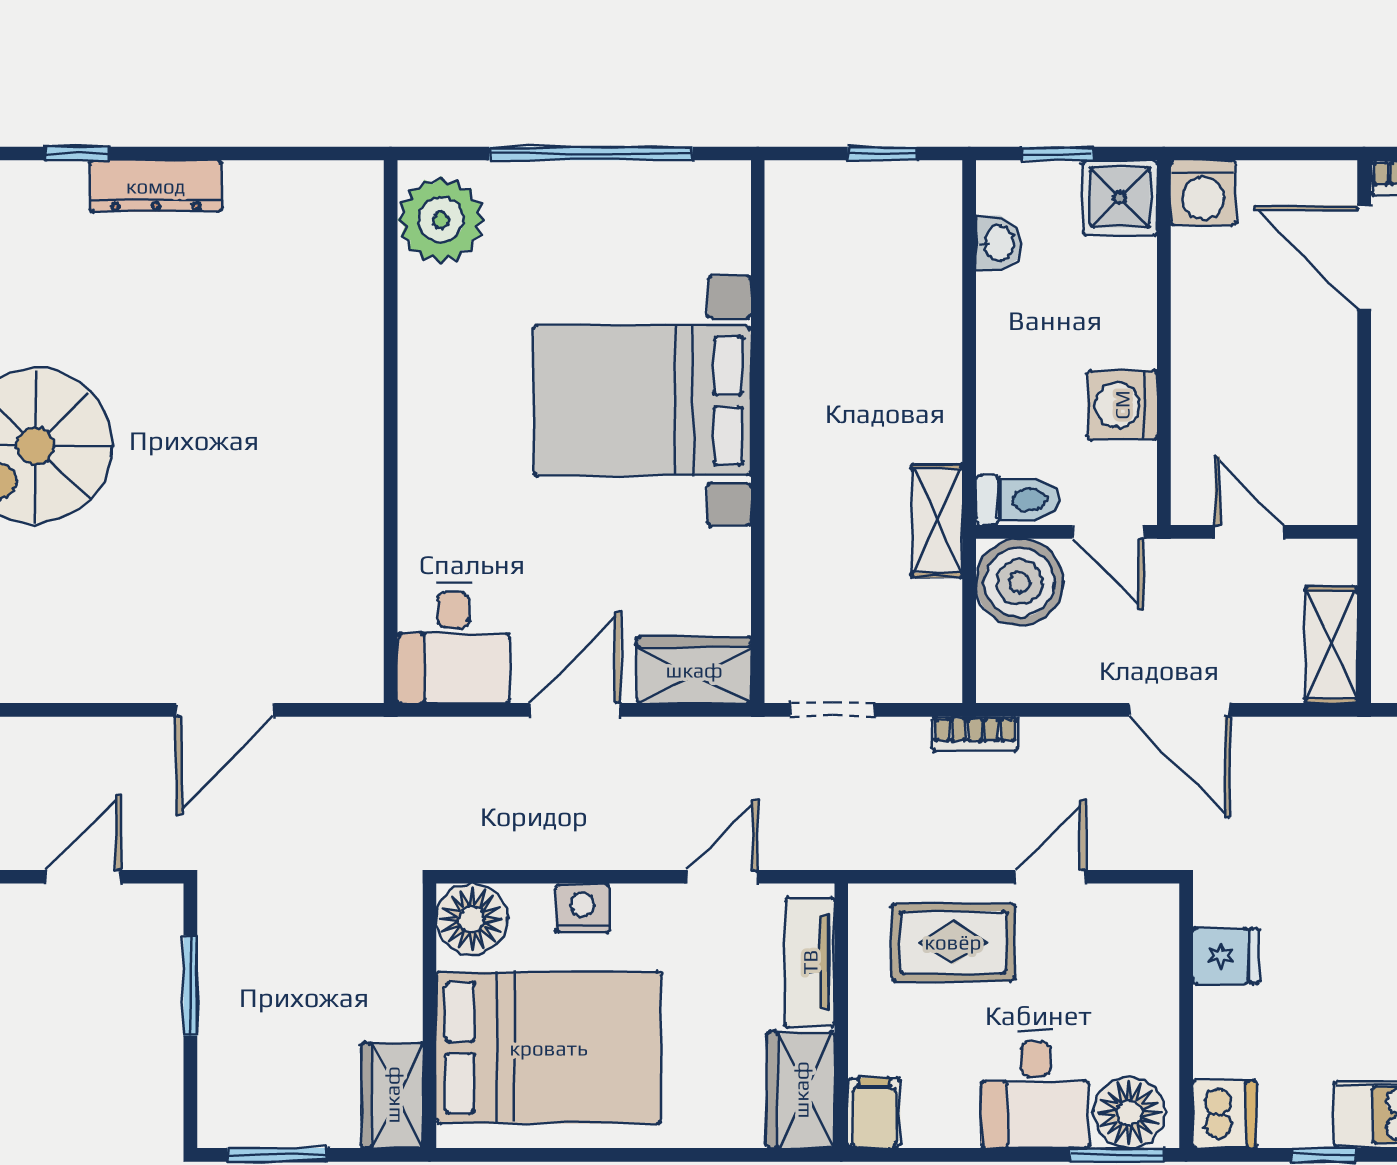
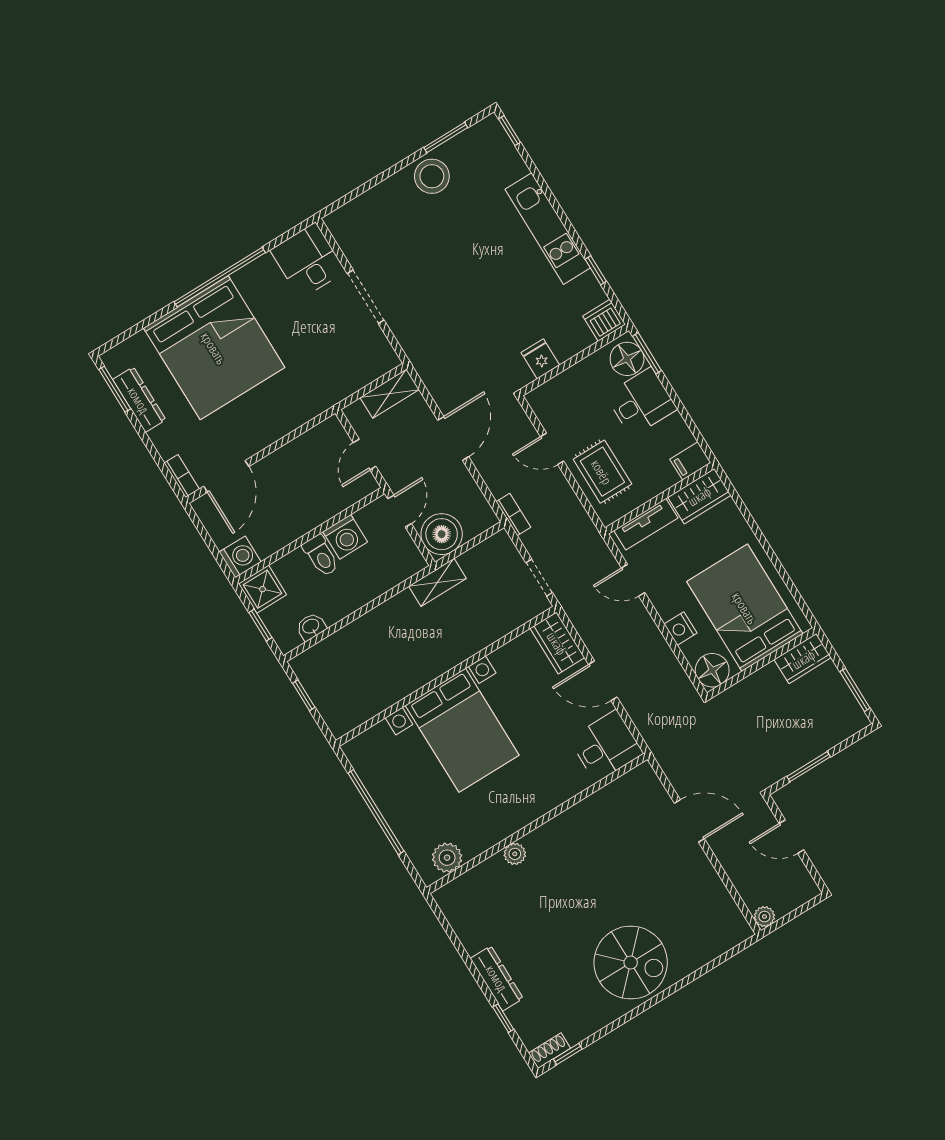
plant: (441, 220) -> (447, 858), width x0.73, depth x0.73
plant: (361, 358) -> (515, 854), added
toilet: (1018, 500) -> (321, 556), moved, turned 180

